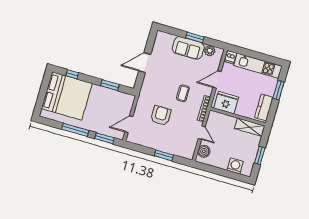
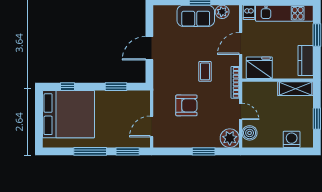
armchair: (161, 116) -> (186, 105), turned 90
plant: (187, 151) -> (230, 138), added

